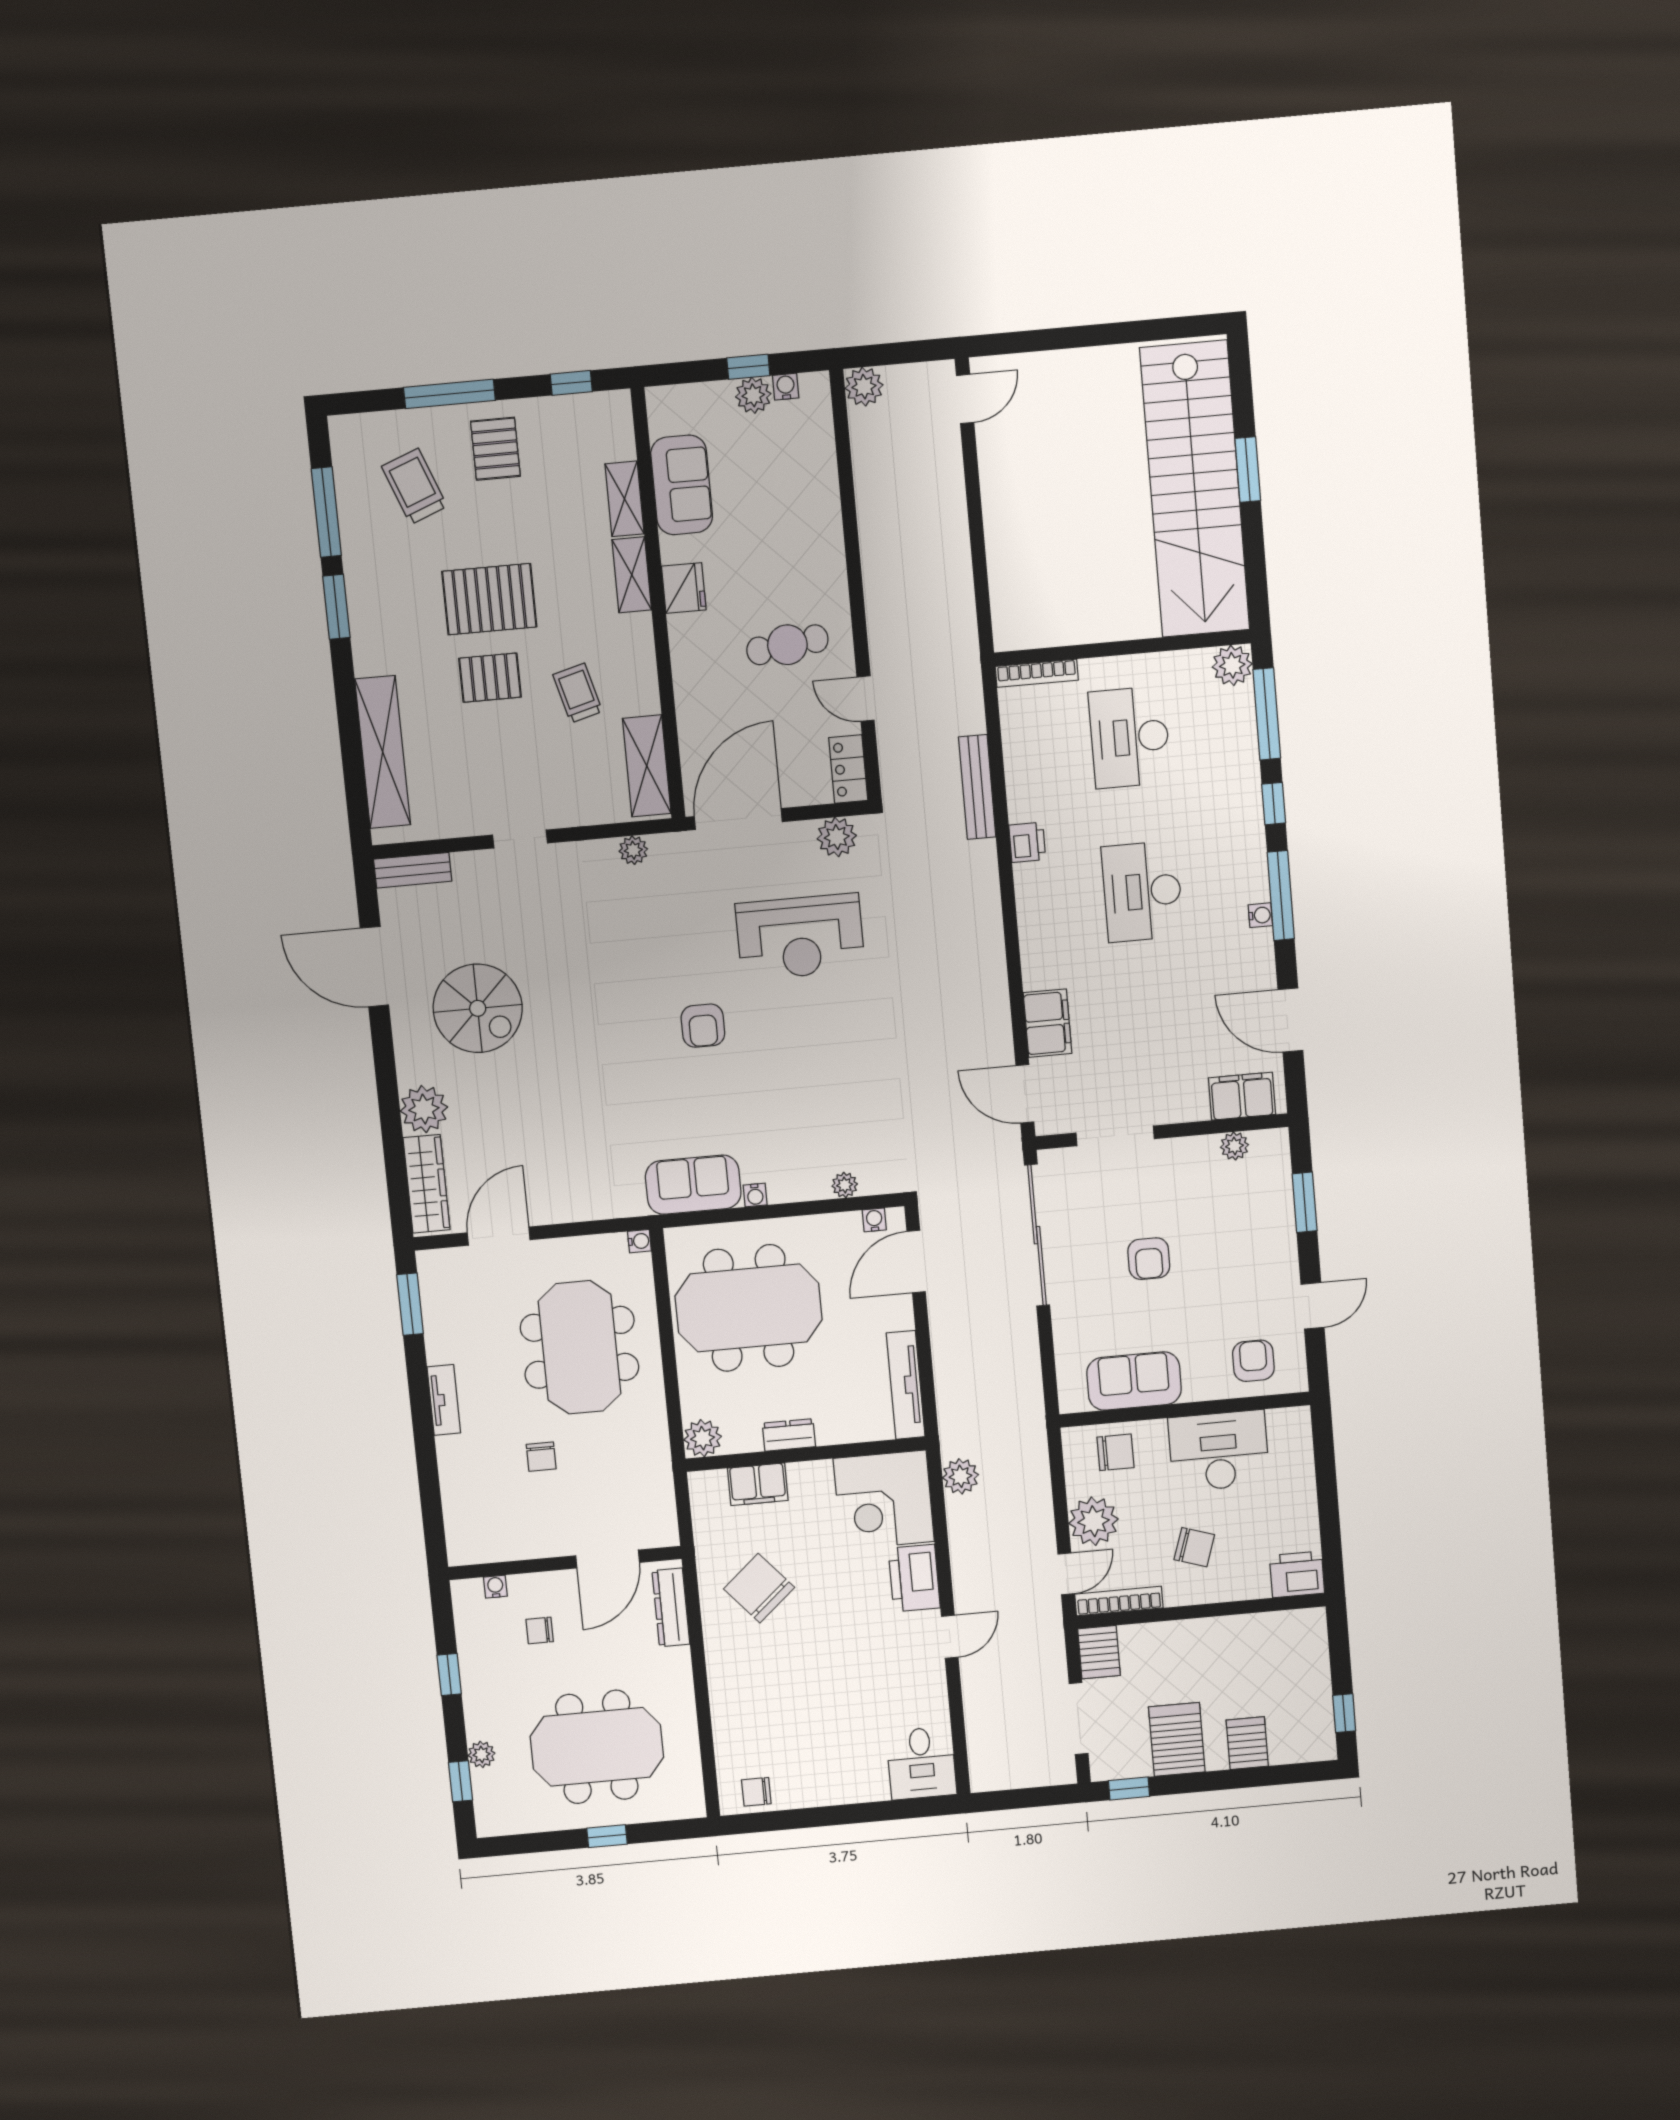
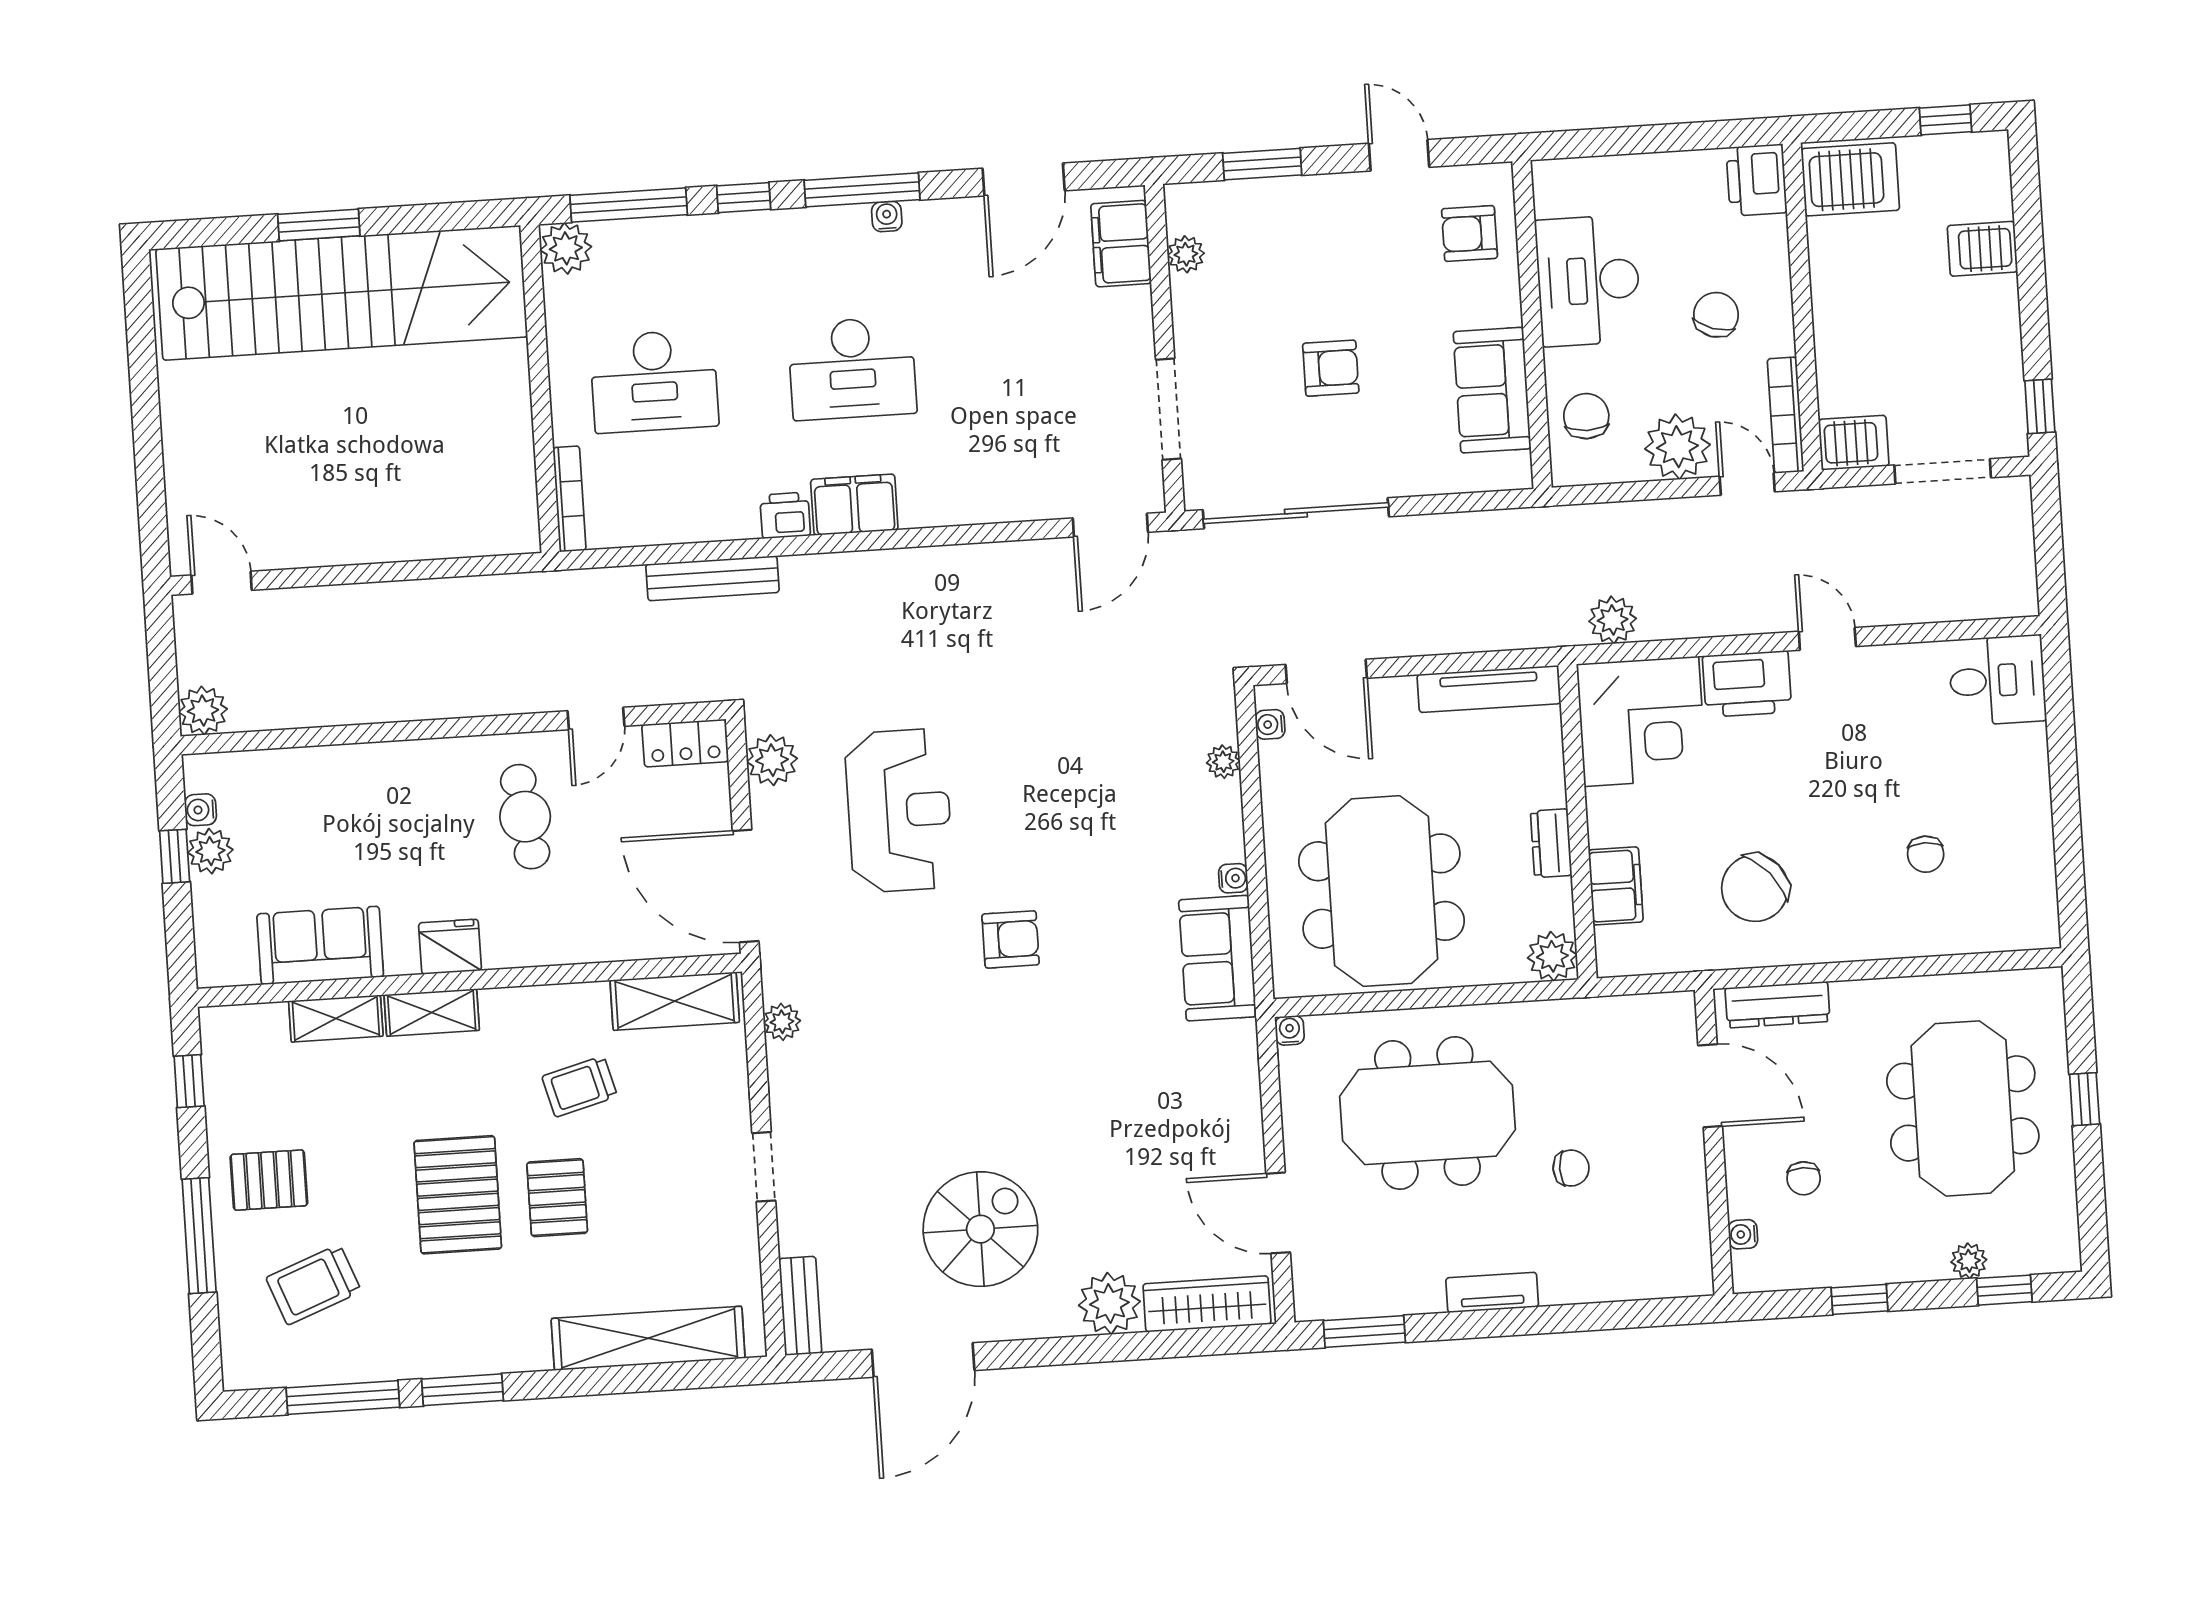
filing cabinet: (1047, 1023) -> (854, 505), moved
server rack: (1177, 1739) -> (1850, 179), moved, turned 180
chair: (756, 1792) -> (1926, 854), moved

